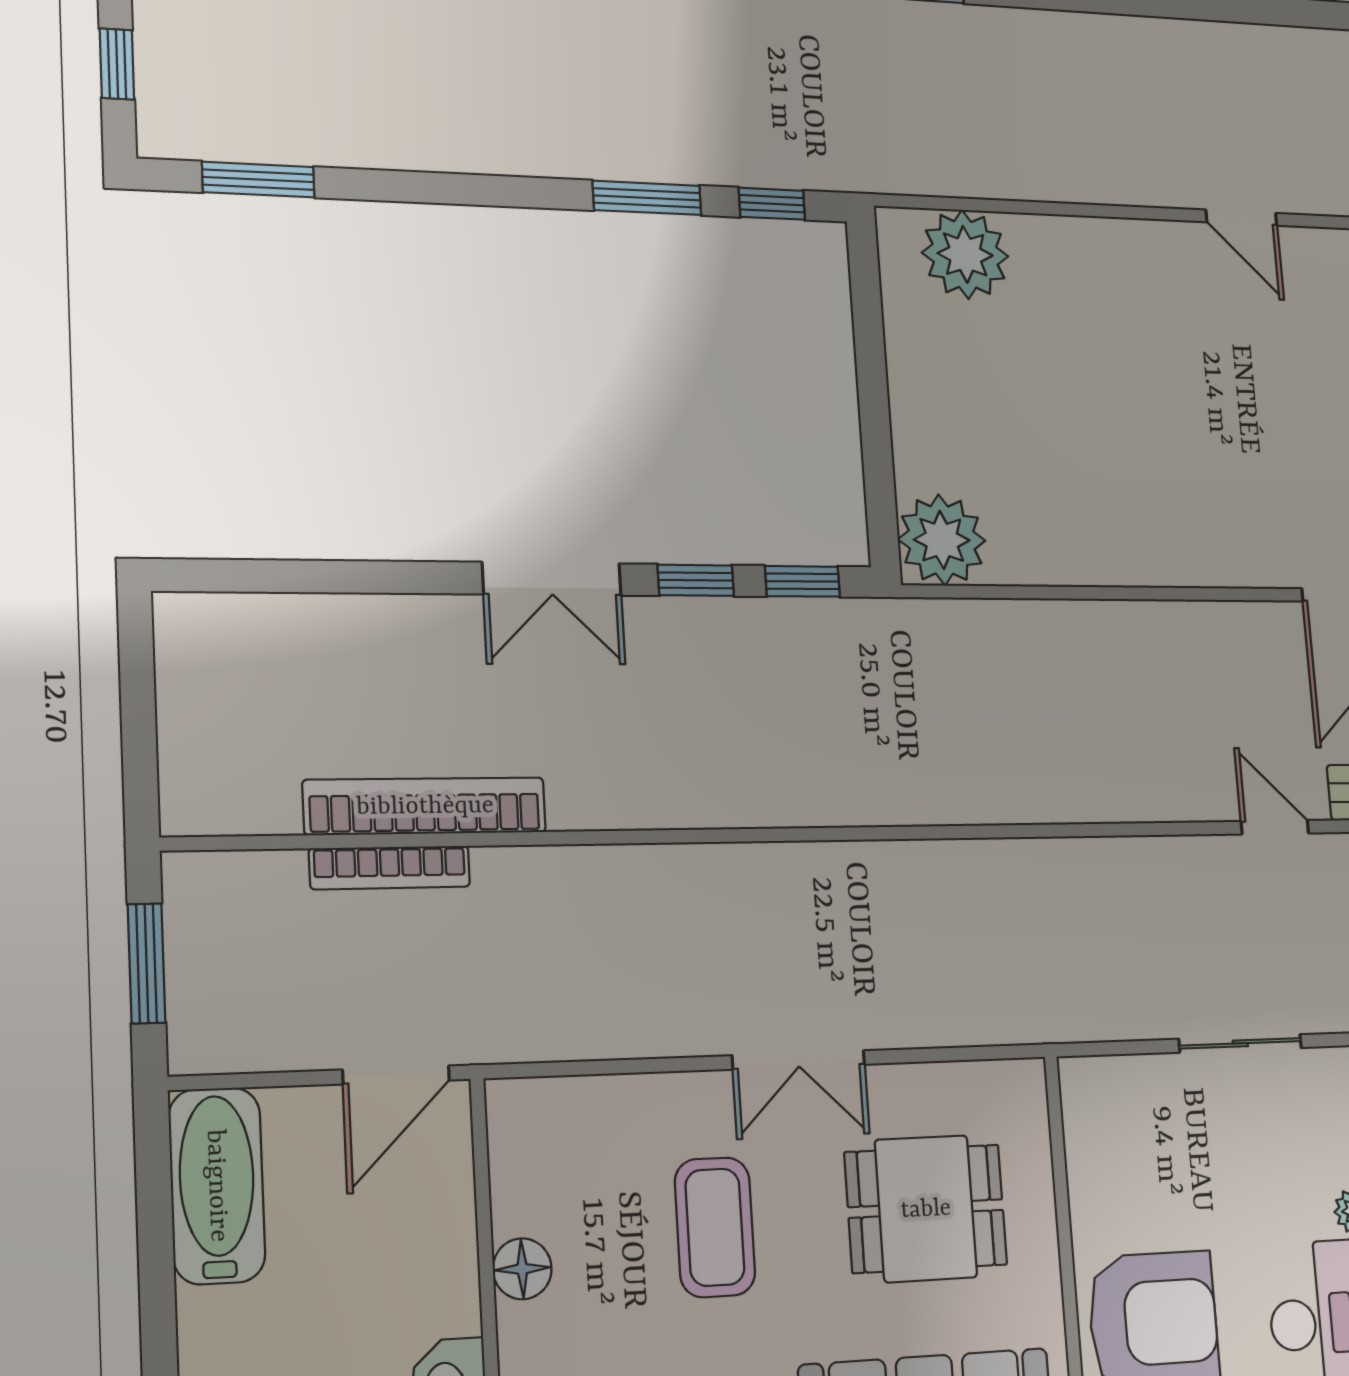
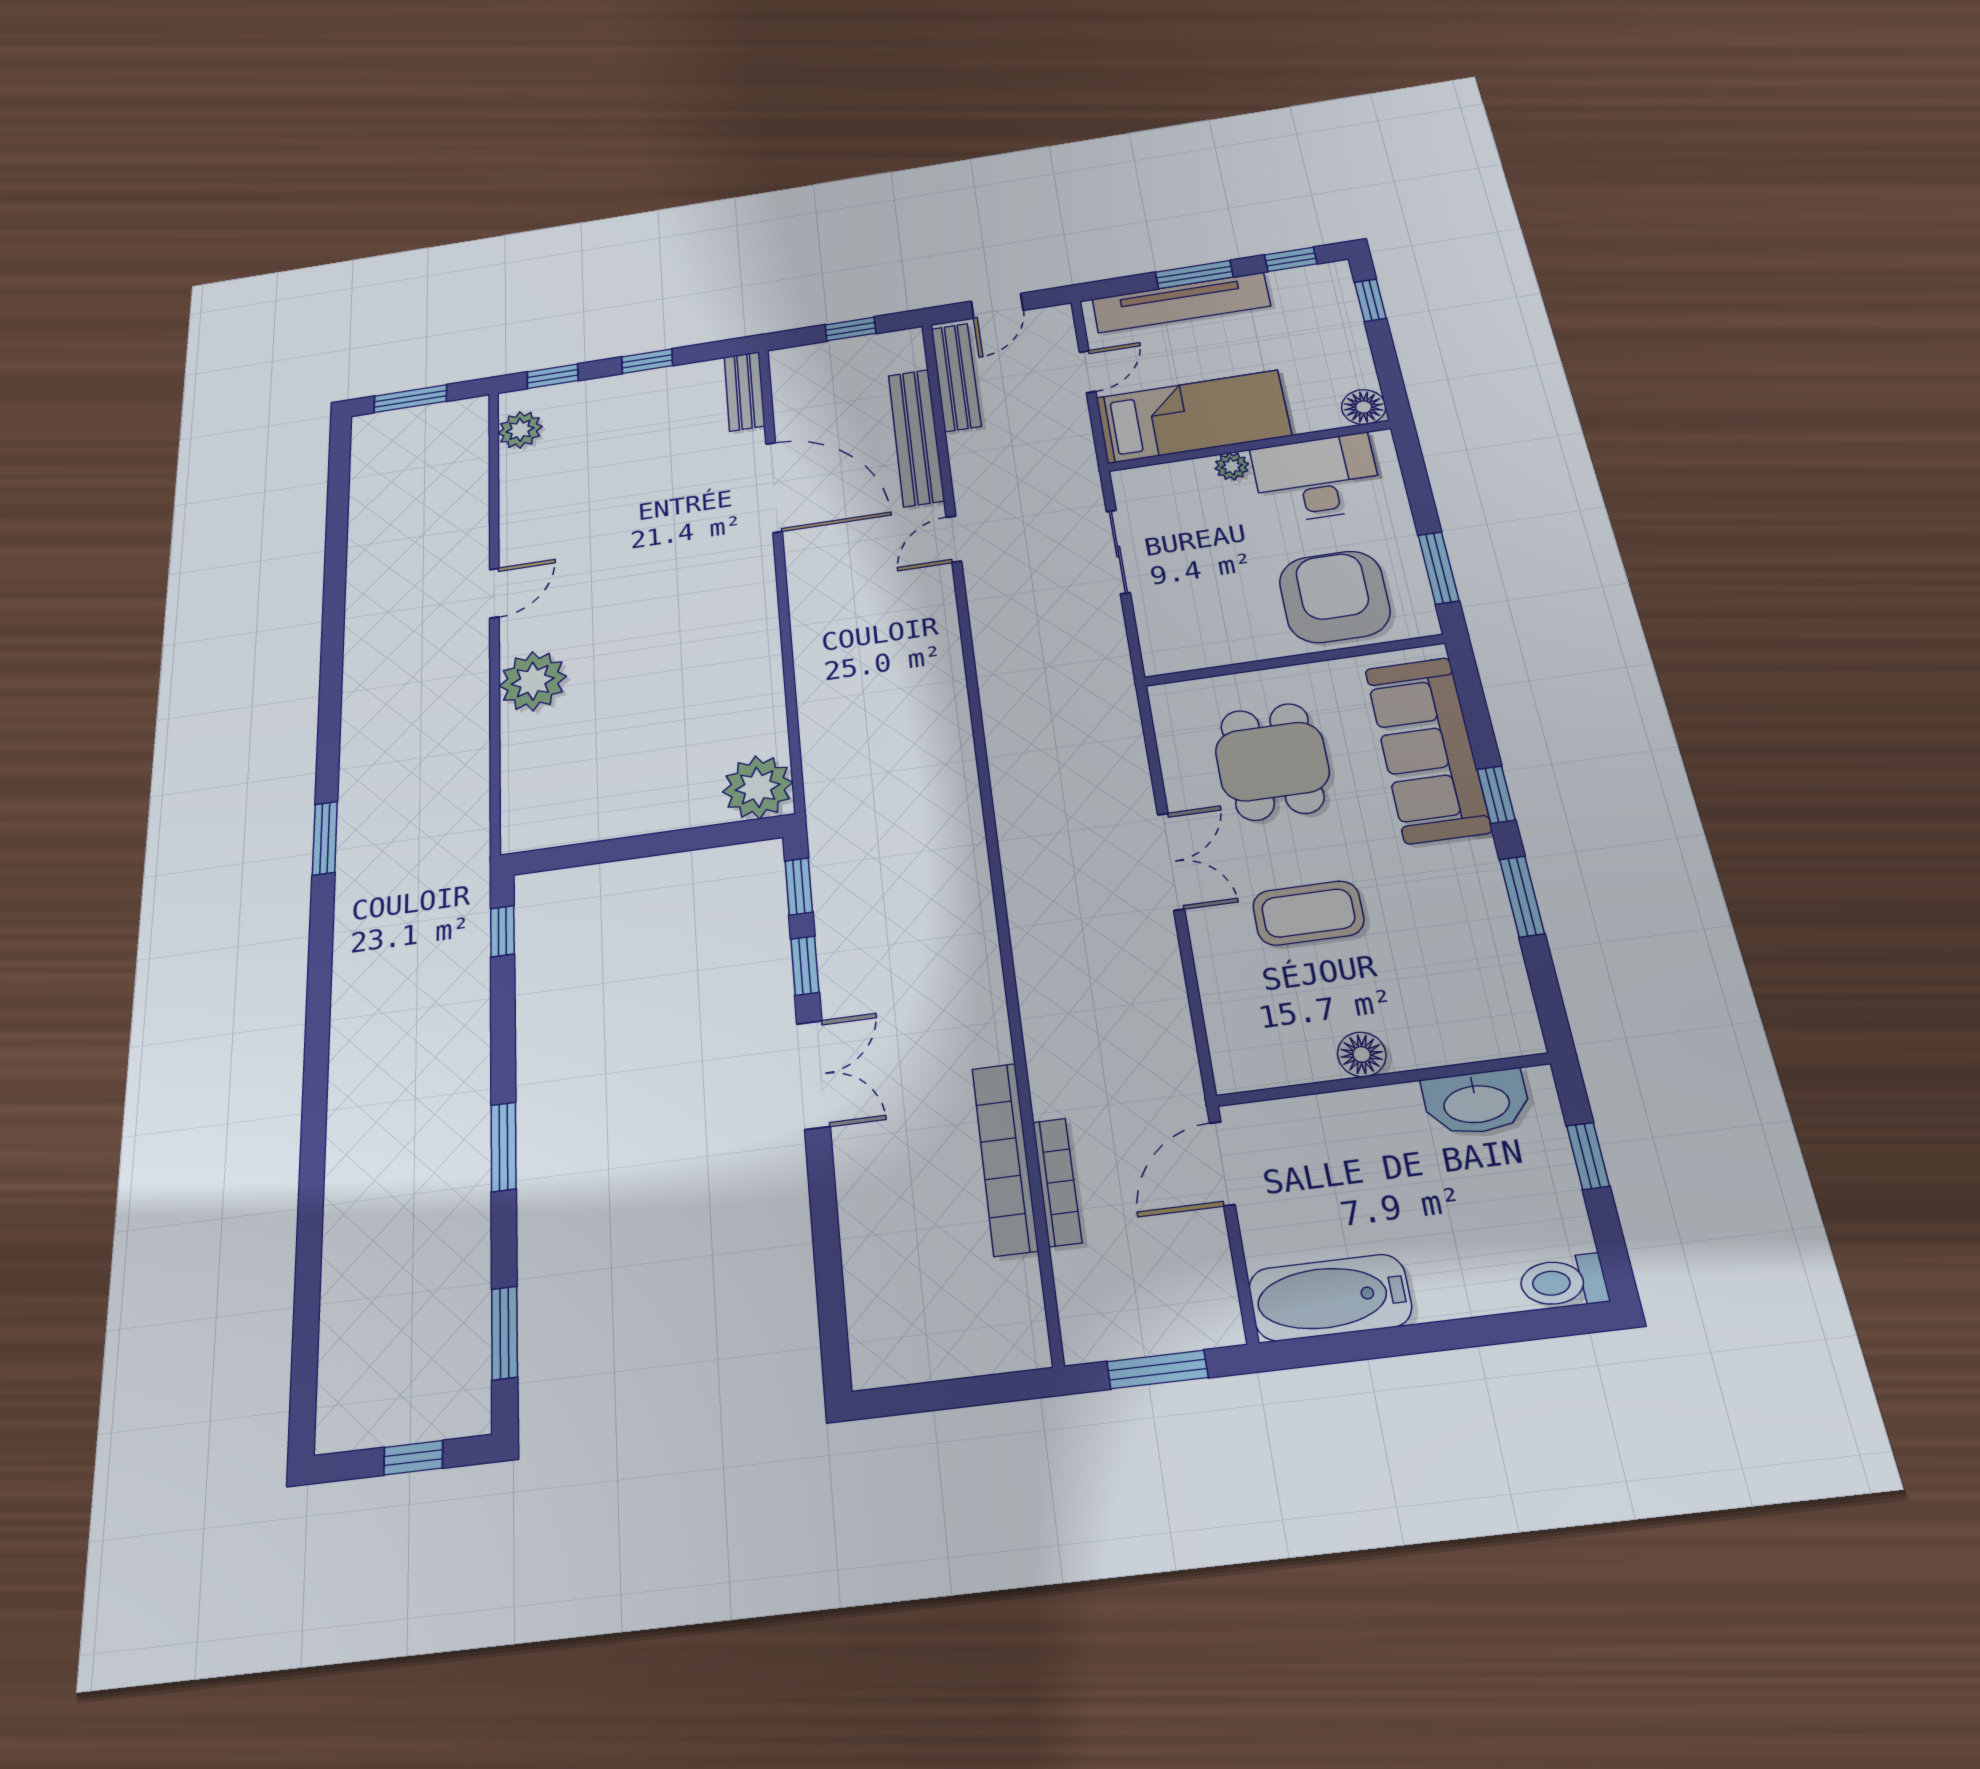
window: (647, 198) -> (504, 1147), moved
plant: (965, 254) -> (533, 681), moved
door: (396, 1075) -> (1222, 1163), swing flipped

